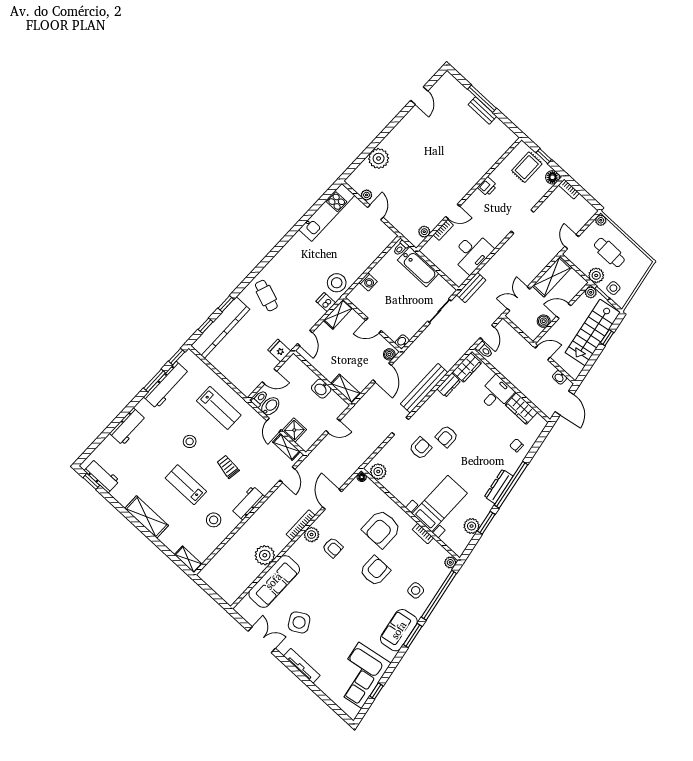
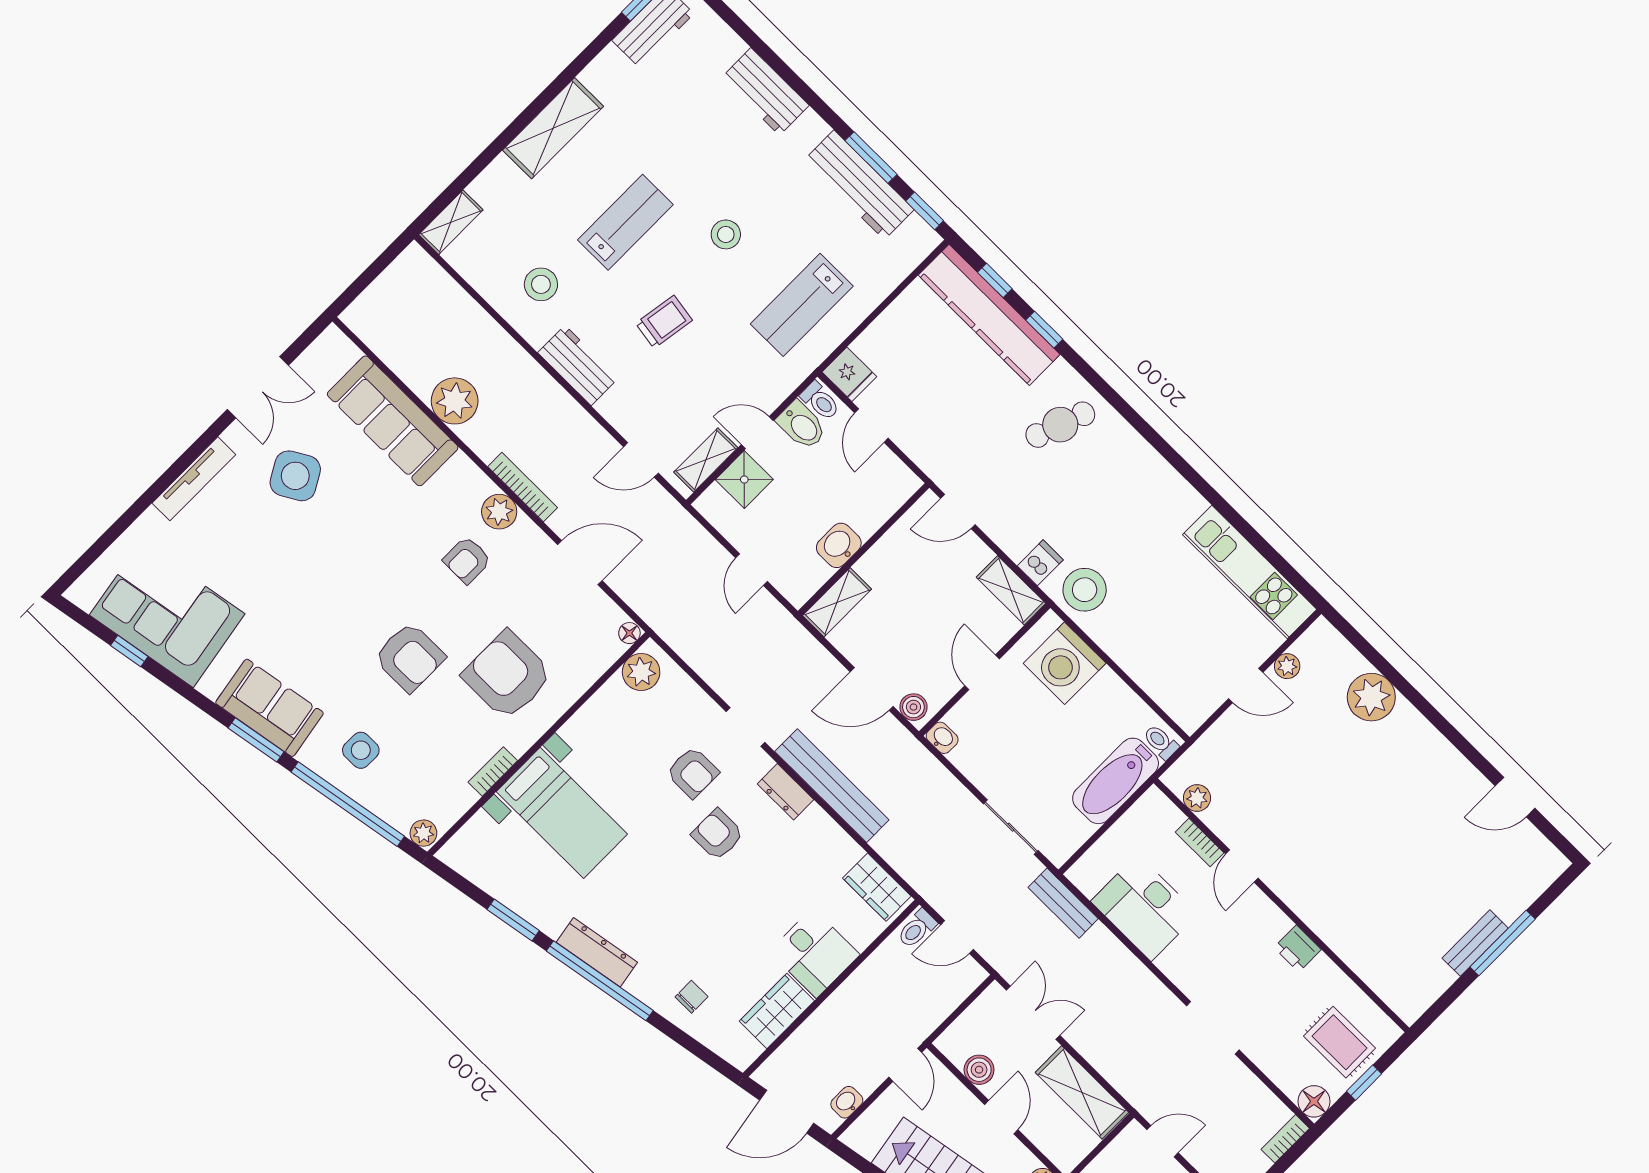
washing machine: (368, 282) -> (1065, 663), width x1.89, depth x1.89
fridge: (279, 350) -> (849, 374), moved, turned 90
dresser: (449, 385) -> (785, 792), moved
plant: (472, 526) -> (507, 886), removed

